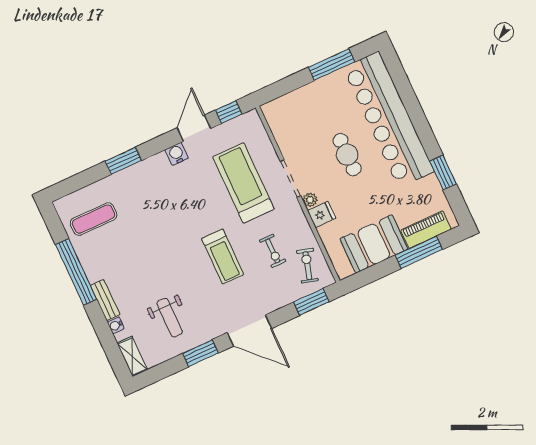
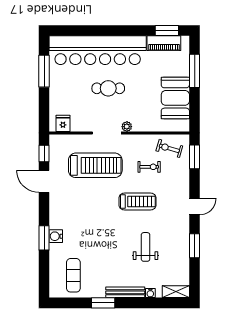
water cooler: (177, 154) -> (56, 236), moved
window: (443, 173) -> (167, 31), moved
treadmill: (243, 183) -> (95, 165), turned 180
fridge: (322, 214) -> (63, 123), moved
piano: (426, 230) -> (164, 43), moved, turned -90
window: (76, 272) -> (103, 303), width x0.47
bench: (105, 300) -> (125, 292), width x1.36
weight bench: (170, 318) -> (146, 247), moved, turned -90
door: (249, 331) -> (195, 206), width x0.53

